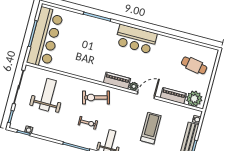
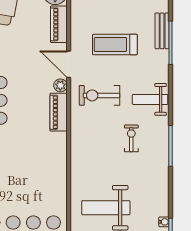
exercise bike: (96, 97) -> (99, 95), moved, turned 105

